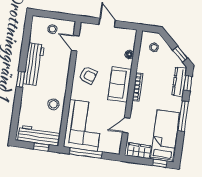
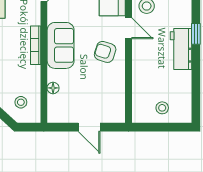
door: (75, 43) -> (129, 28), moved
workbench: (34, 64) -> (181, 49), width x0.73

